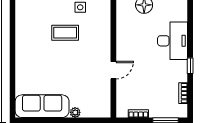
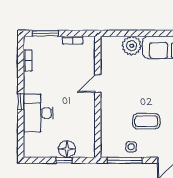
window: (190, 66) -> (21, 102), moved
plant: (75, 112) -> (132, 46), width x1.87, depth x1.87

